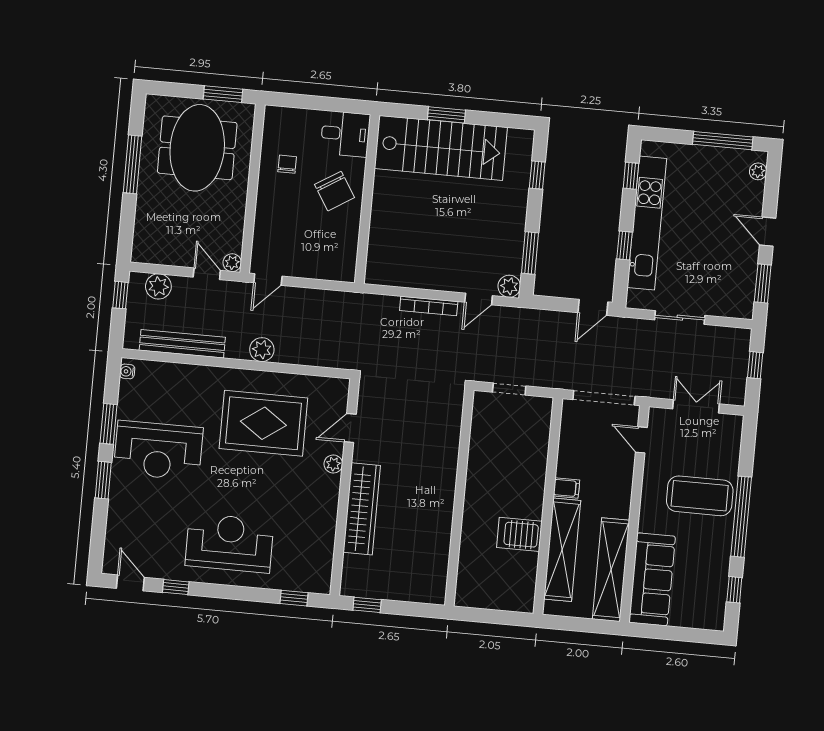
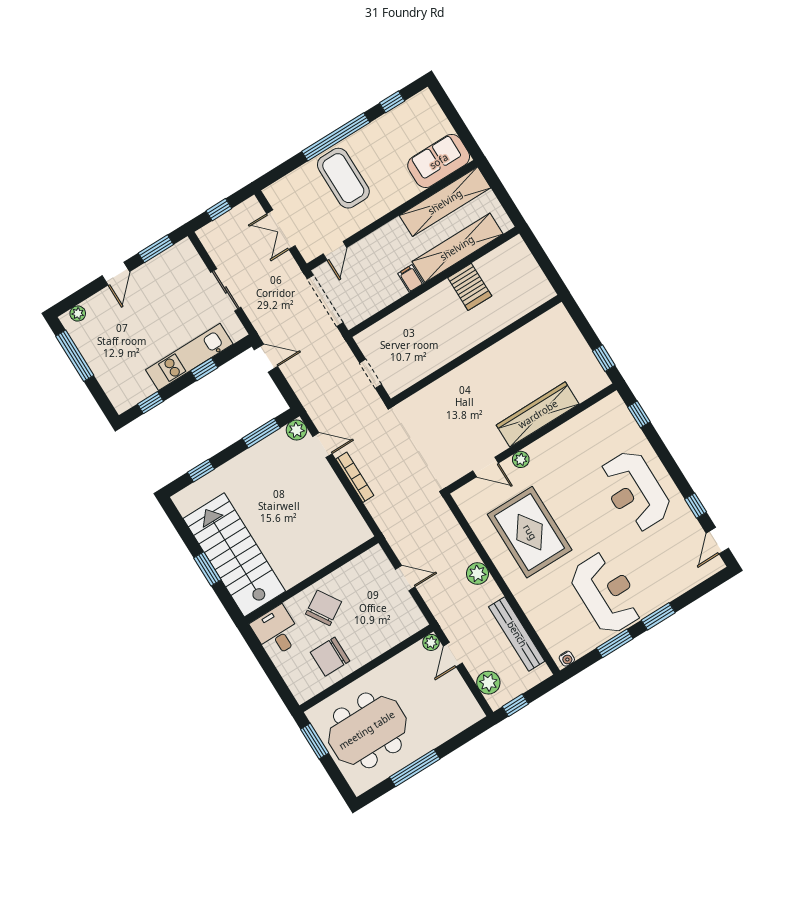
chair: (287, 164) -> (330, 657), width x1.87, depth x1.87
kitchen unit: (647, 223) -> (189, 357), width x0.73
door: (268, 279) -> (405, 578), moved
sofa: (652, 579) -> (439, 161), width x0.73

